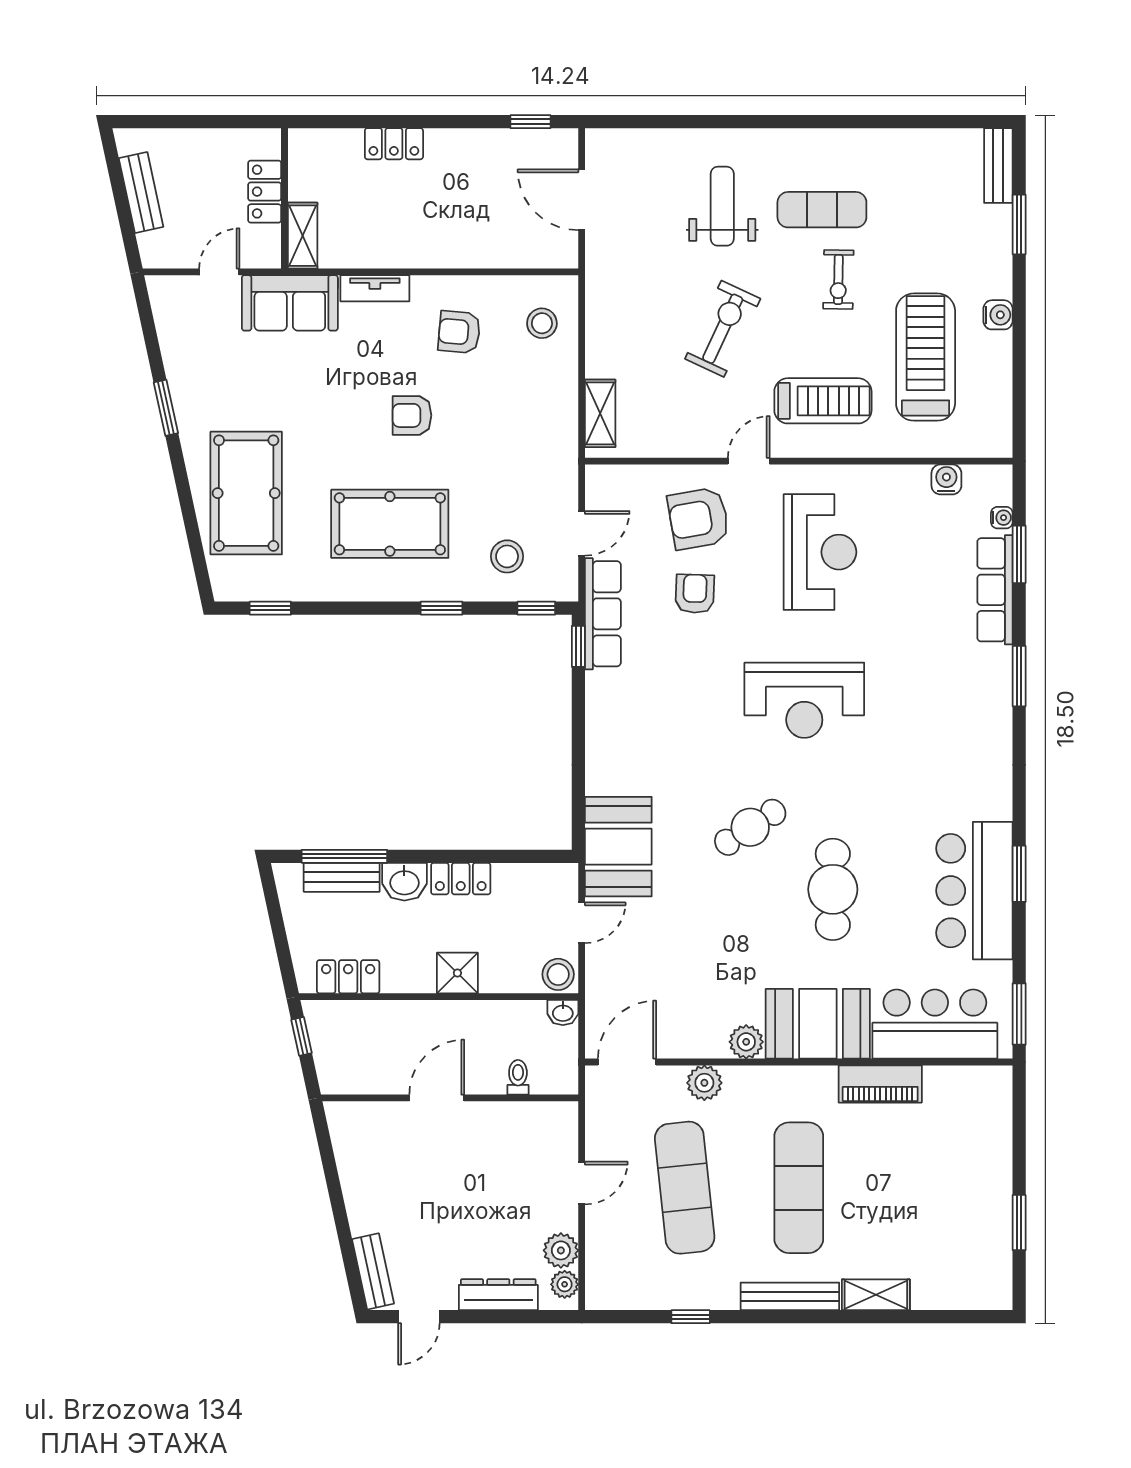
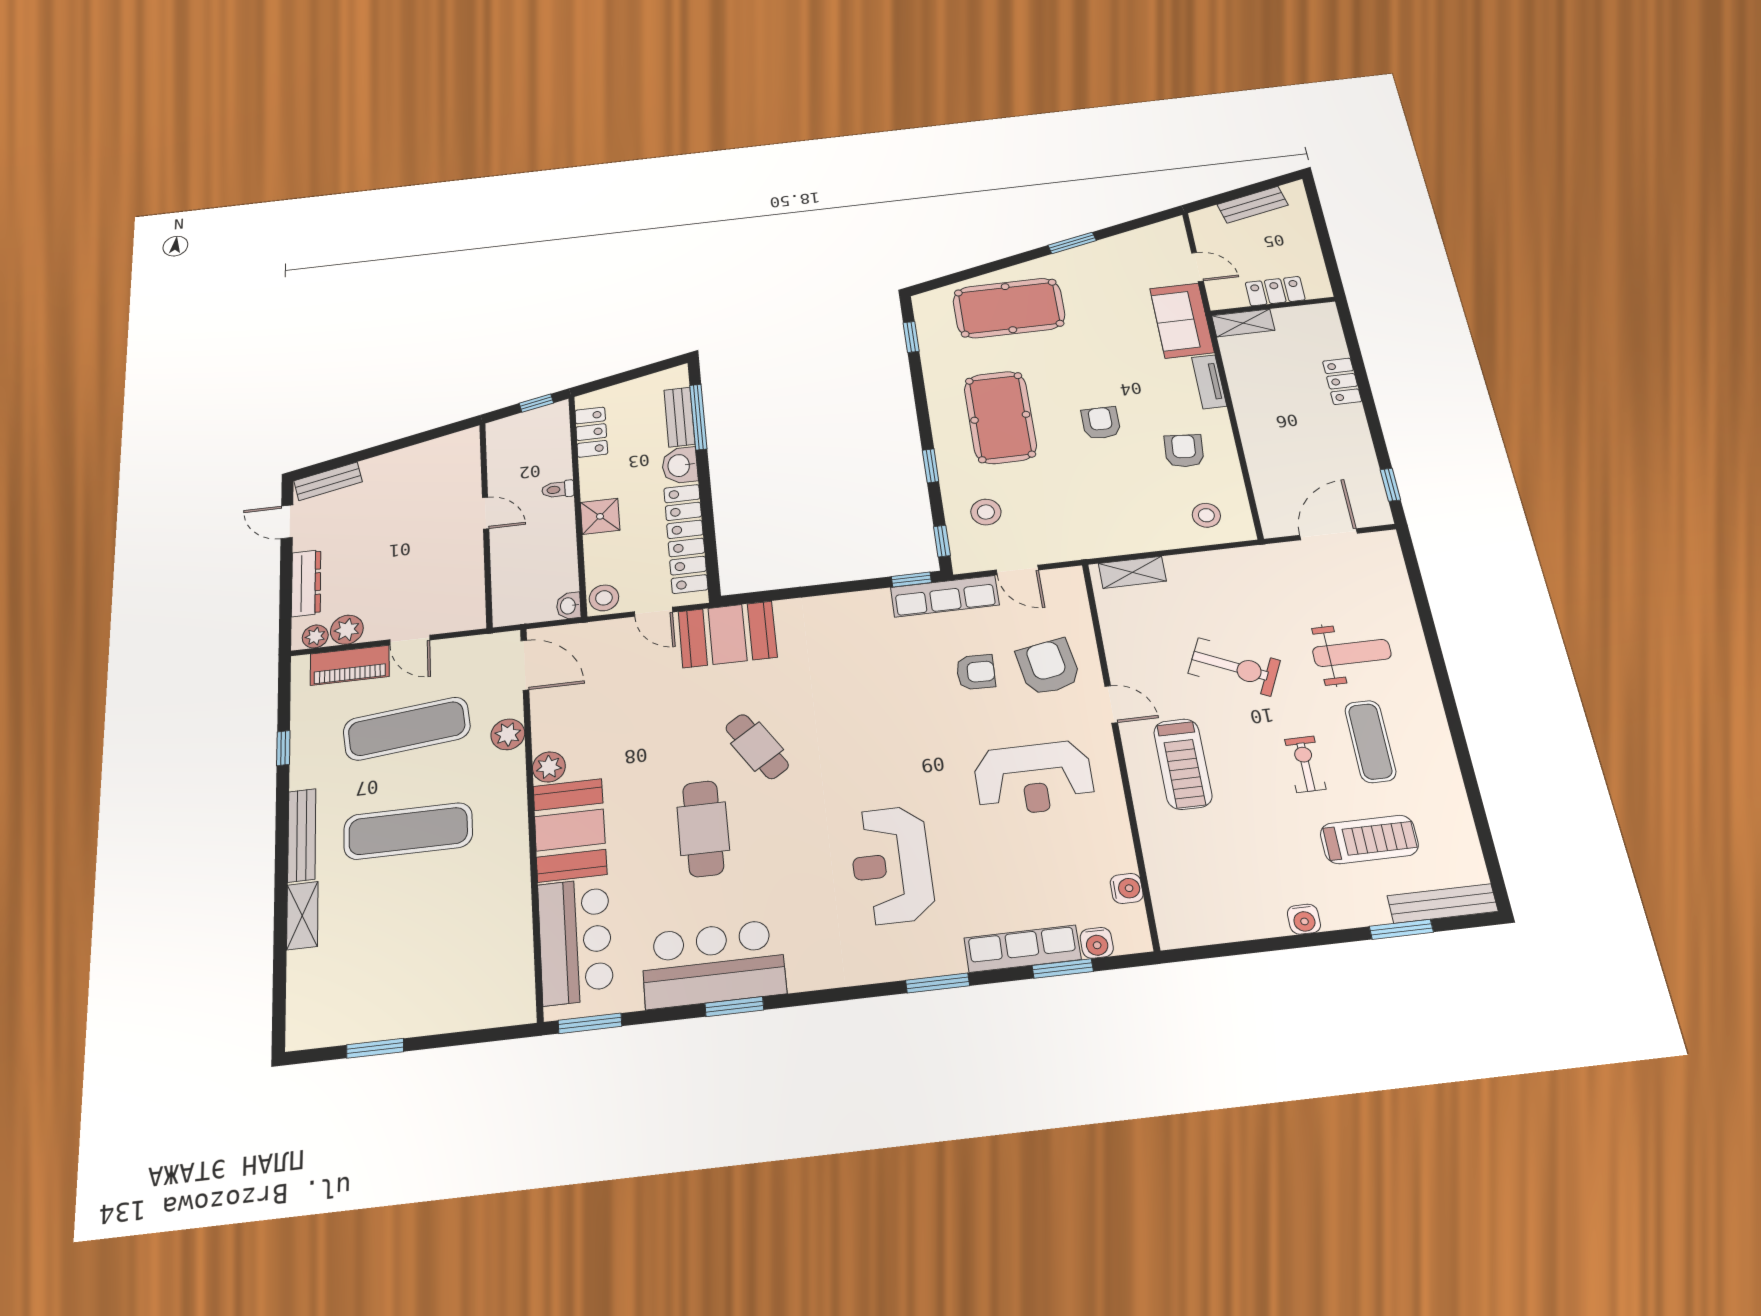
bench: (998, 166) -> (1443, 903), width x1.36
exercise bike: (838, 279) -> (1305, 764), turned 89
treadmill: (926, 357) -> (1369, 839), moved, width x0.73, depth x0.73
water cooler: (1002, 518) -> (1097, 943), width x1.38, depth x1.38
reception desk: (804, 700) -> (891, 865), moved
locker: (461, 879) -> (686, 538), width x2.16, depth x1.21
cafe table: (833, 889) -> (703, 829), turned 90
toilet: (518, 1077) -> (558, 489), moved, turned 180
piano: (880, 1084) -> (350, 665), moved, turned -90
door: (437, 1098) -> (486, 513), width x0.73

